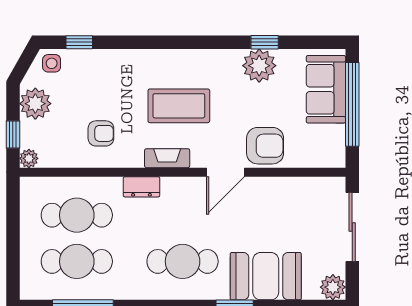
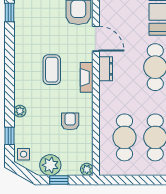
plant: (259, 66) -> (20, 111), moved, width x0.53, depth x0.53
coffee table: (179, 106) -> (52, 70), width x0.73, depth x0.76
window: (13, 135) -> (59, 180), moved
dresser: (141, 187) -> (106, 69), moved

